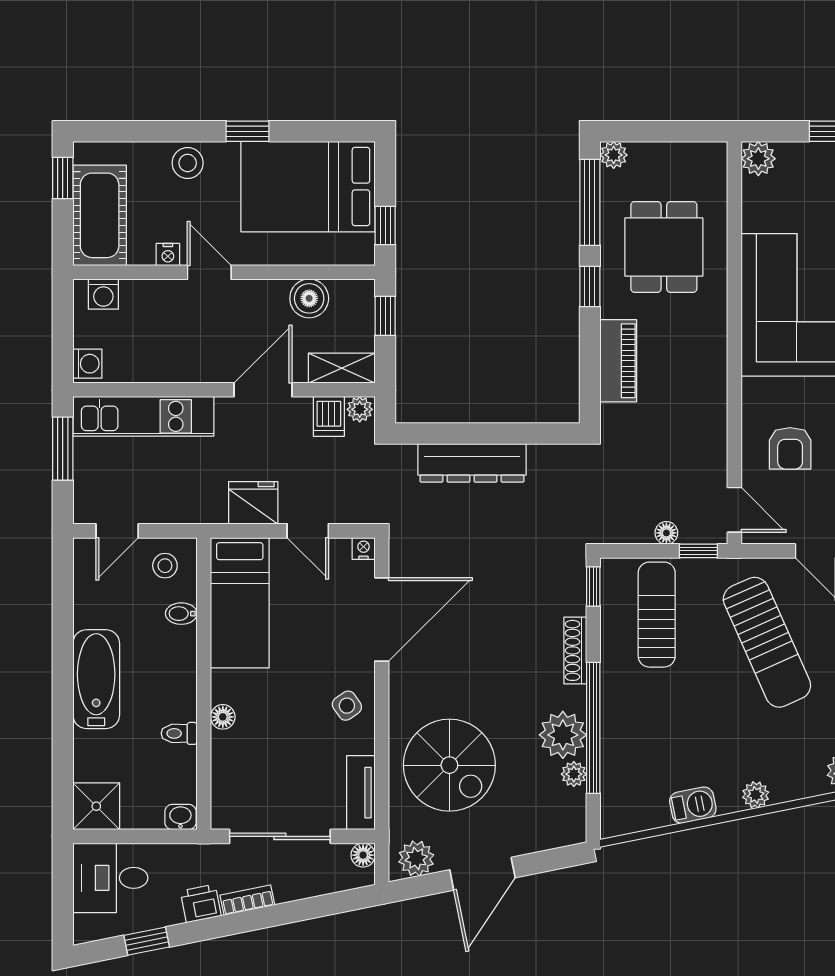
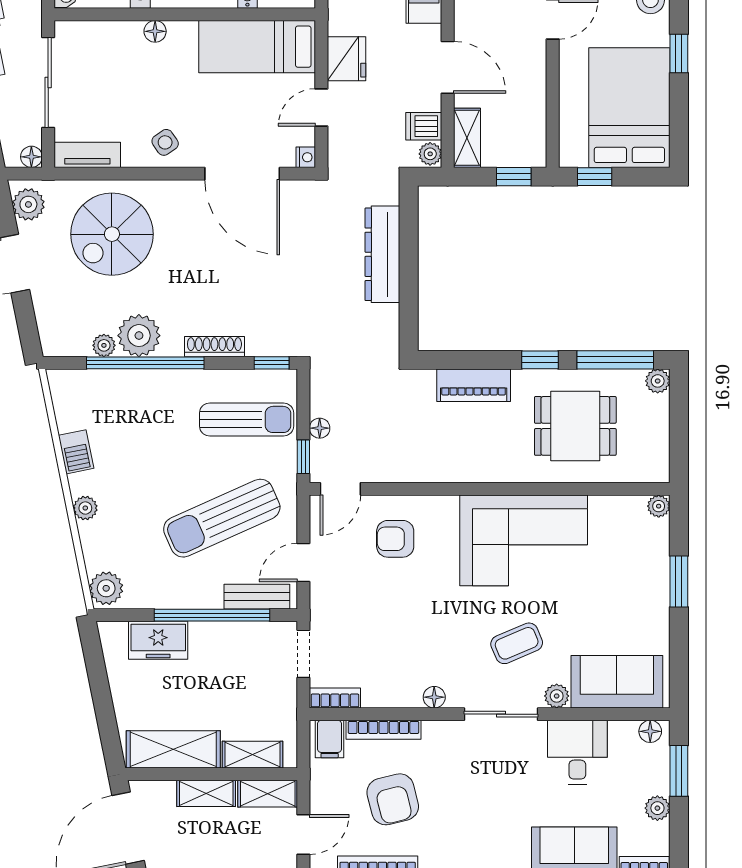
plant: (758, 159) -> (659, 506), width x0.73, depth x0.73
boiler: (309, 298) -> (529, 109), removed

